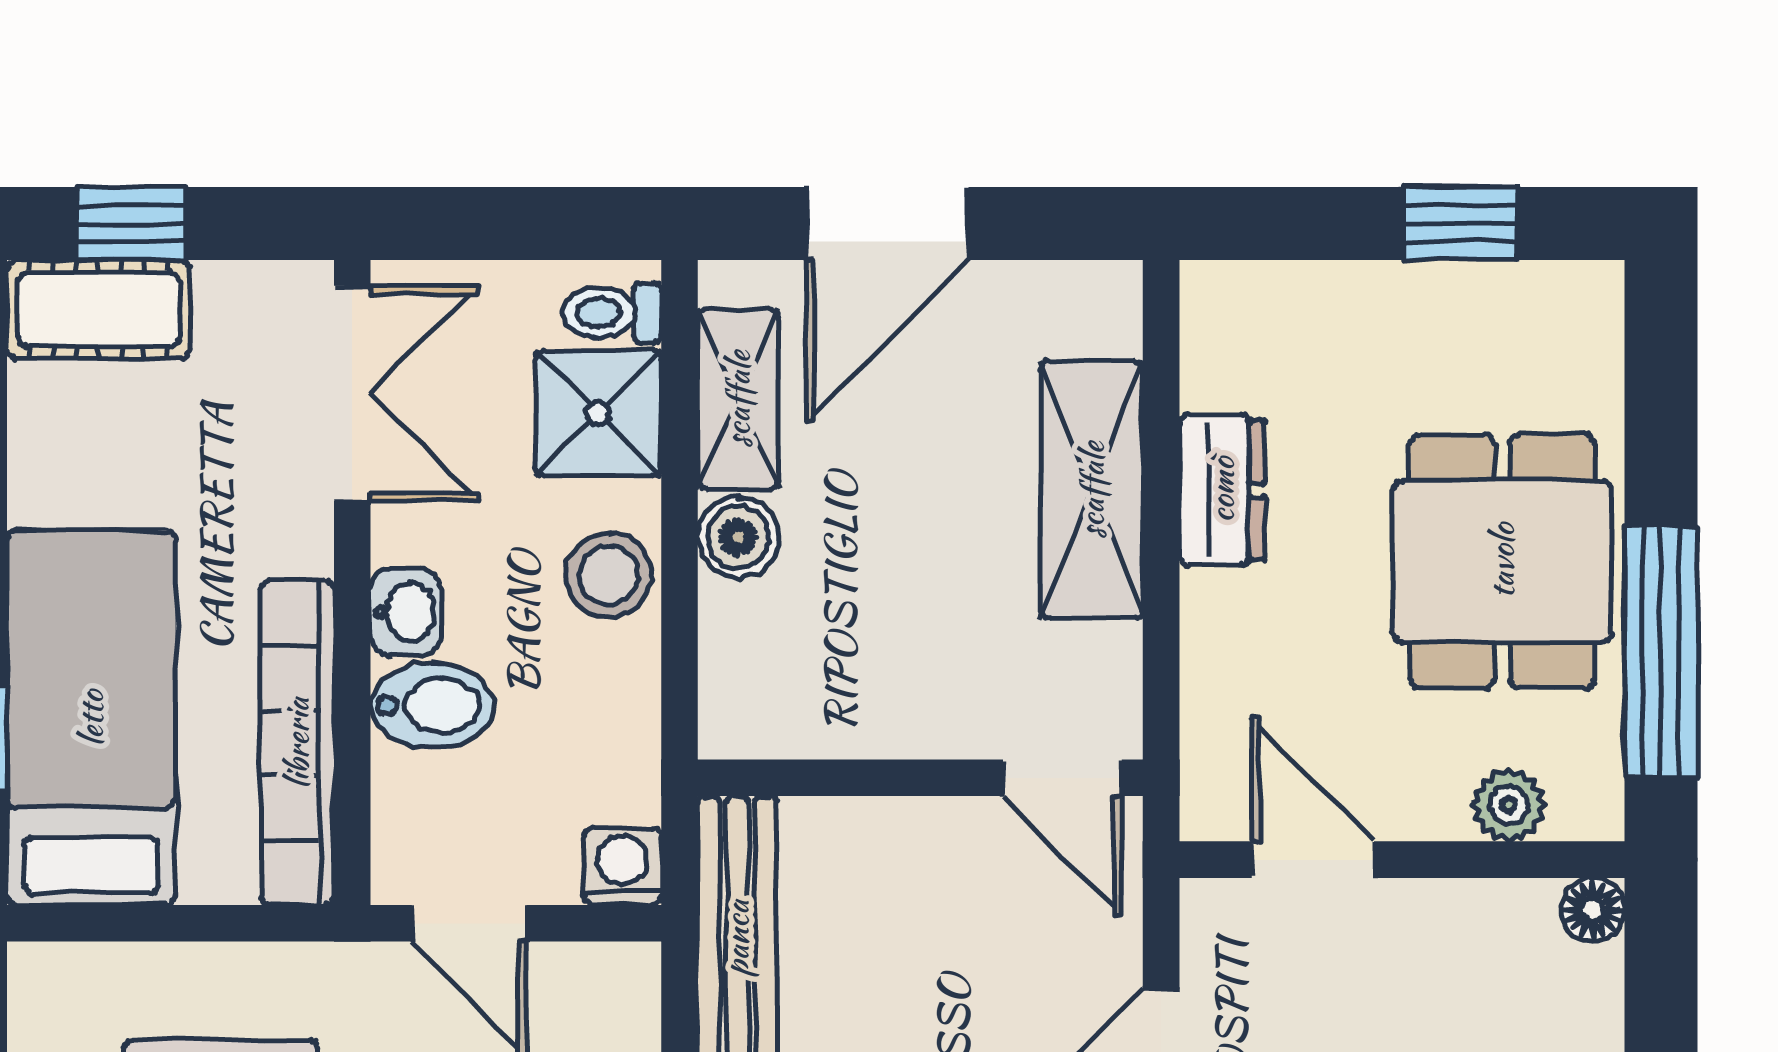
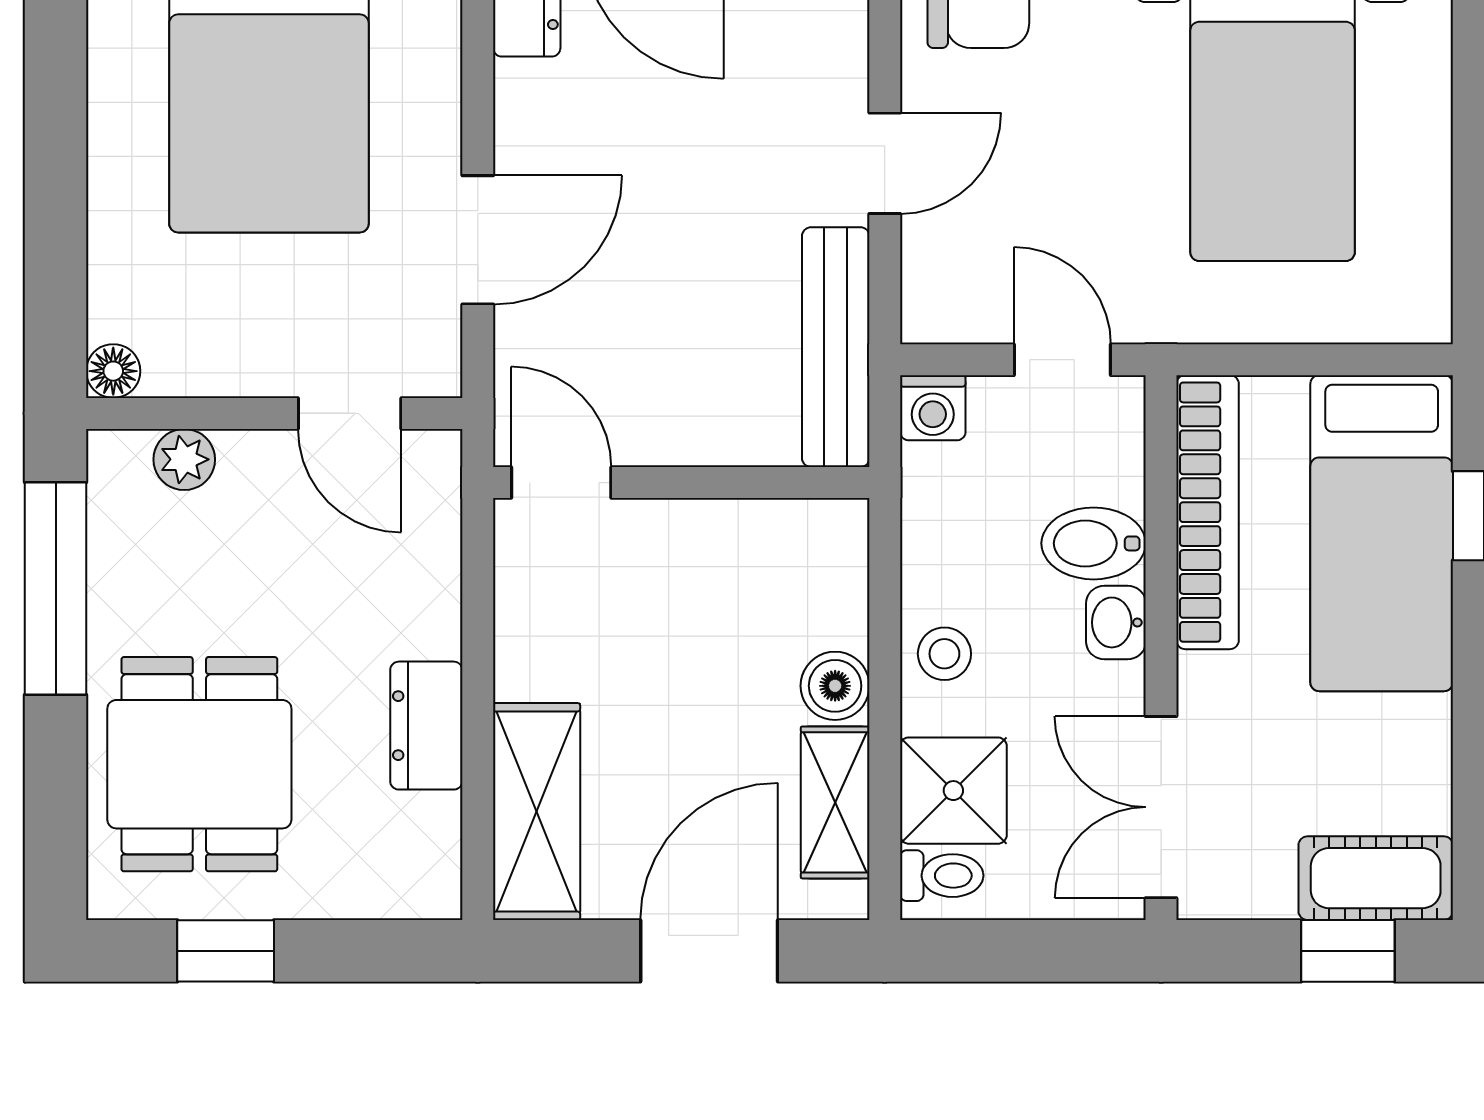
shelving: (1092, 490) -> (537, 812), moved
dining table: (1502, 561) -> (199, 764), moved
stool: (609, 575) -> (944, 654), width x0.73, depth x0.73

